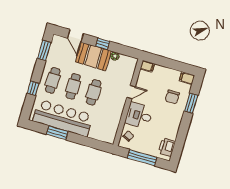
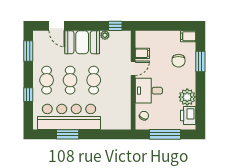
window: (103, 44) -> (115, 26), moved
filing cabinet: (147, 66) -> (142, 53), moved
plant: (171, 131) -> (187, 97), added

